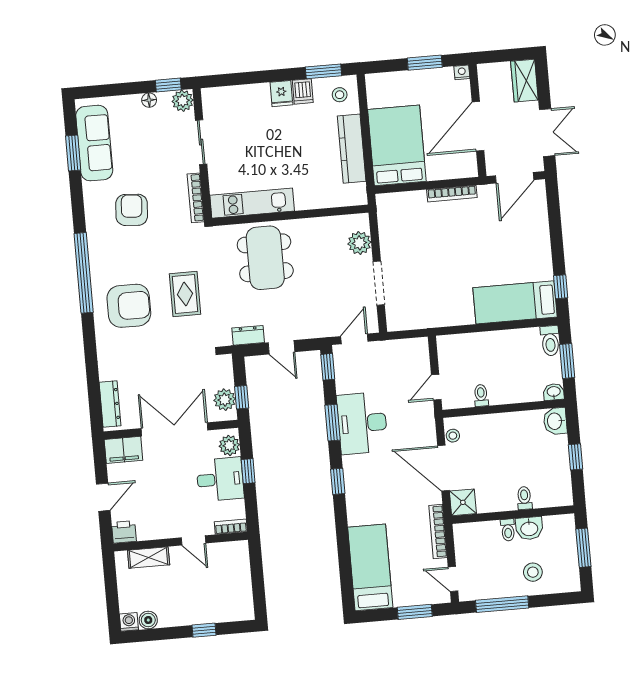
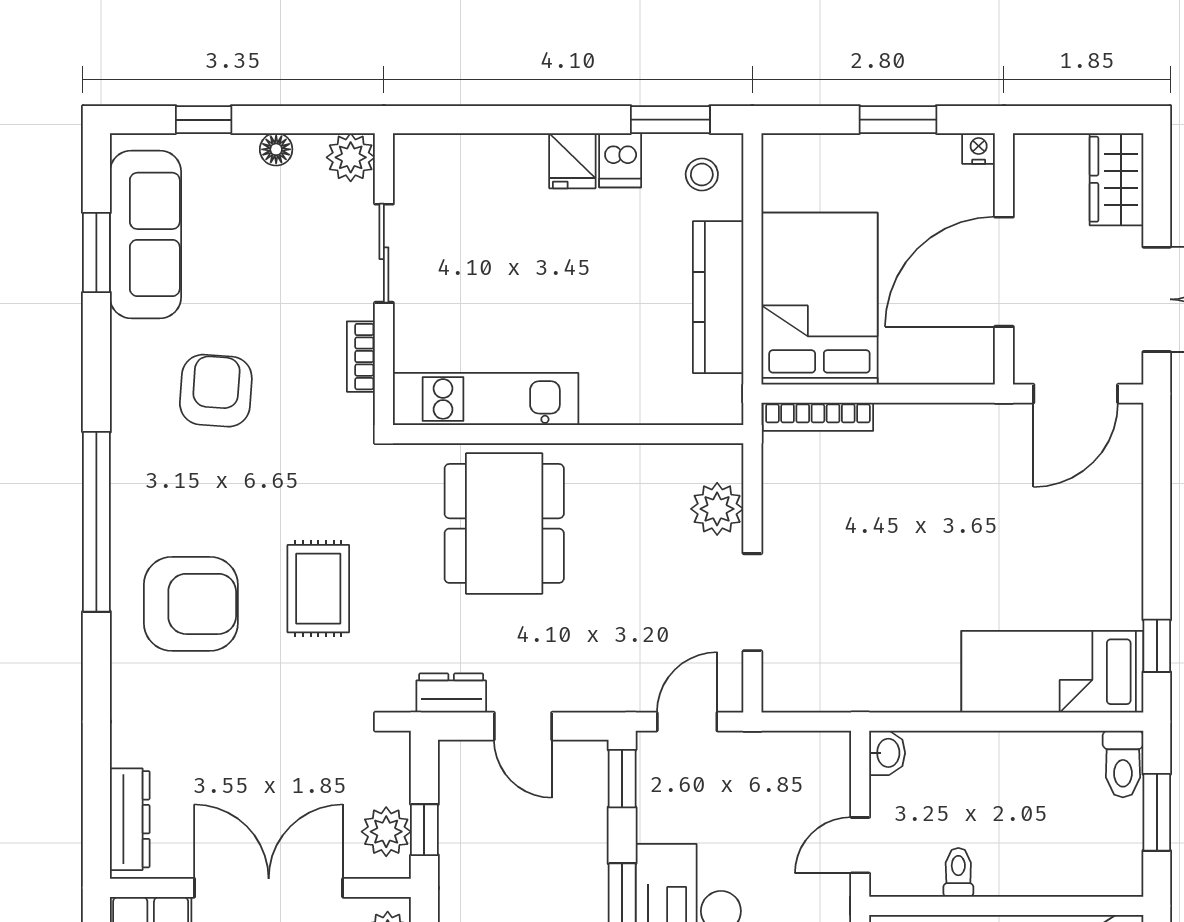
window: (168, 85) -> (204, 120), moved
bookcase: (452, 194) -> (818, 417), moved
bookcase: (196, 198) -> (361, 357), width x0.64
washbasin: (554, 392) -> (887, 753), moved, turned 90

